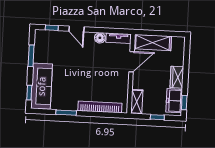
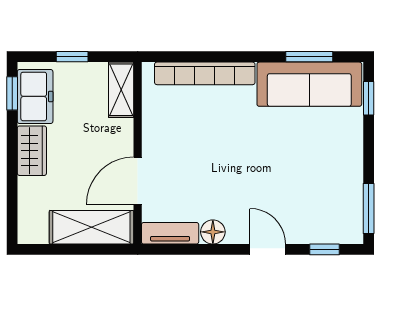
window: (31, 56) -> (369, 208), moved
sofa: (42, 86) -> (309, 84), moved, turned -90
window: (66, 113) -> (309, 57), moved

